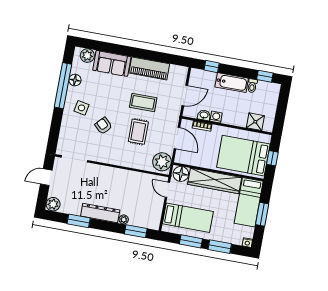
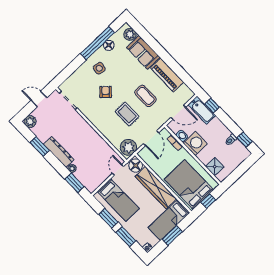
bathtub: (232, 83) -> (202, 110), moved
washing machine: (216, 117) -> (195, 144), width x1.89, depth x1.89
rug: (138, 132) -> (127, 114), turned 90

